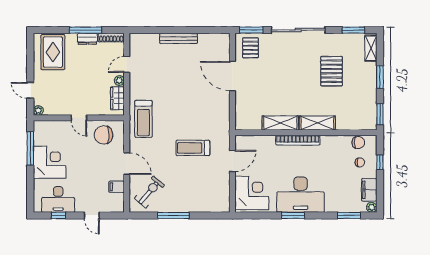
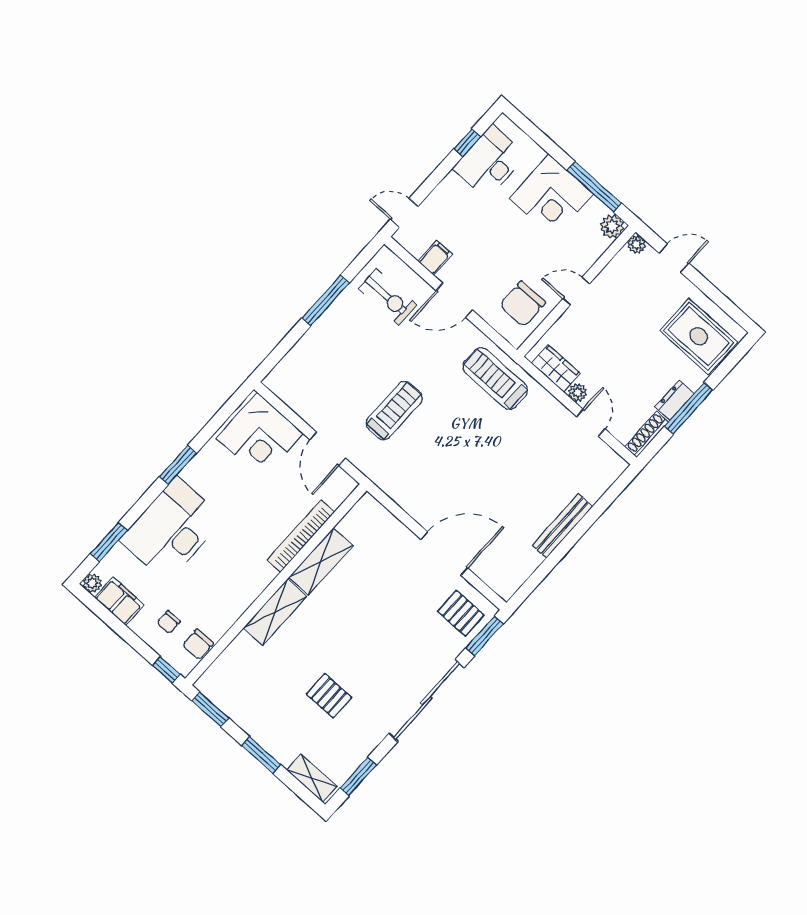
pallet: (332, 71) -> (329, 696), width x0.67, depth x0.71
plant: (40, 127) -> (612, 226), added
chair: (104, 135) -> (522, 304), turned 180
bookcase: (298, 140) -> (301, 536), moved
window: (380, 162) -> (166, 670), moved
exercise bike: (149, 192) -> (388, 297), turned -40
desk: (301, 195) -> (172, 529), moved
door: (92, 215) -> (404, 213), moved

